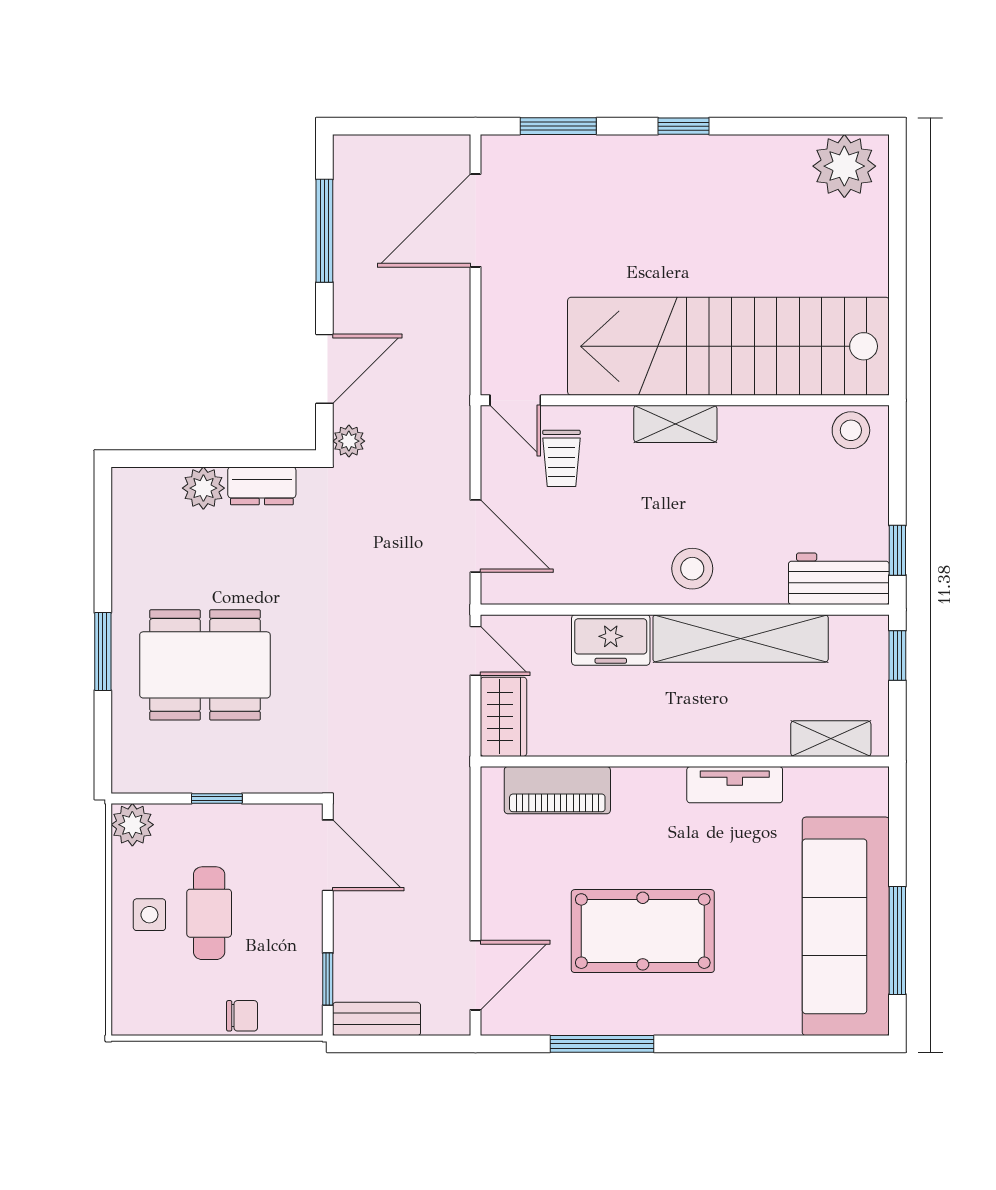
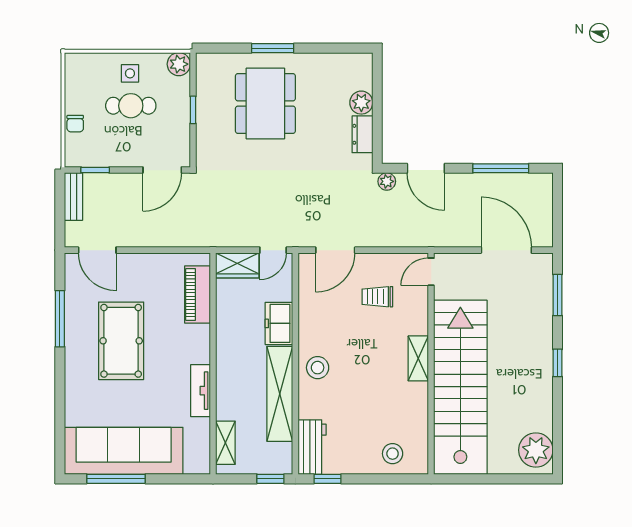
stairs: (728, 346) -> (460, 387), moved
door: (515, 400) -> (431, 272), moved
wall: (685, 400) -> (431, 364), moved
shelving: (675, 424) -> (418, 358), moved

